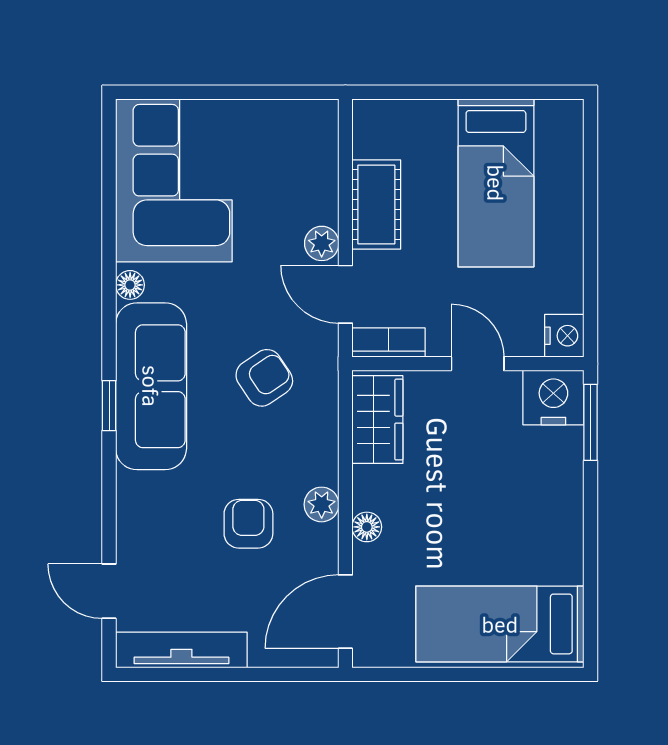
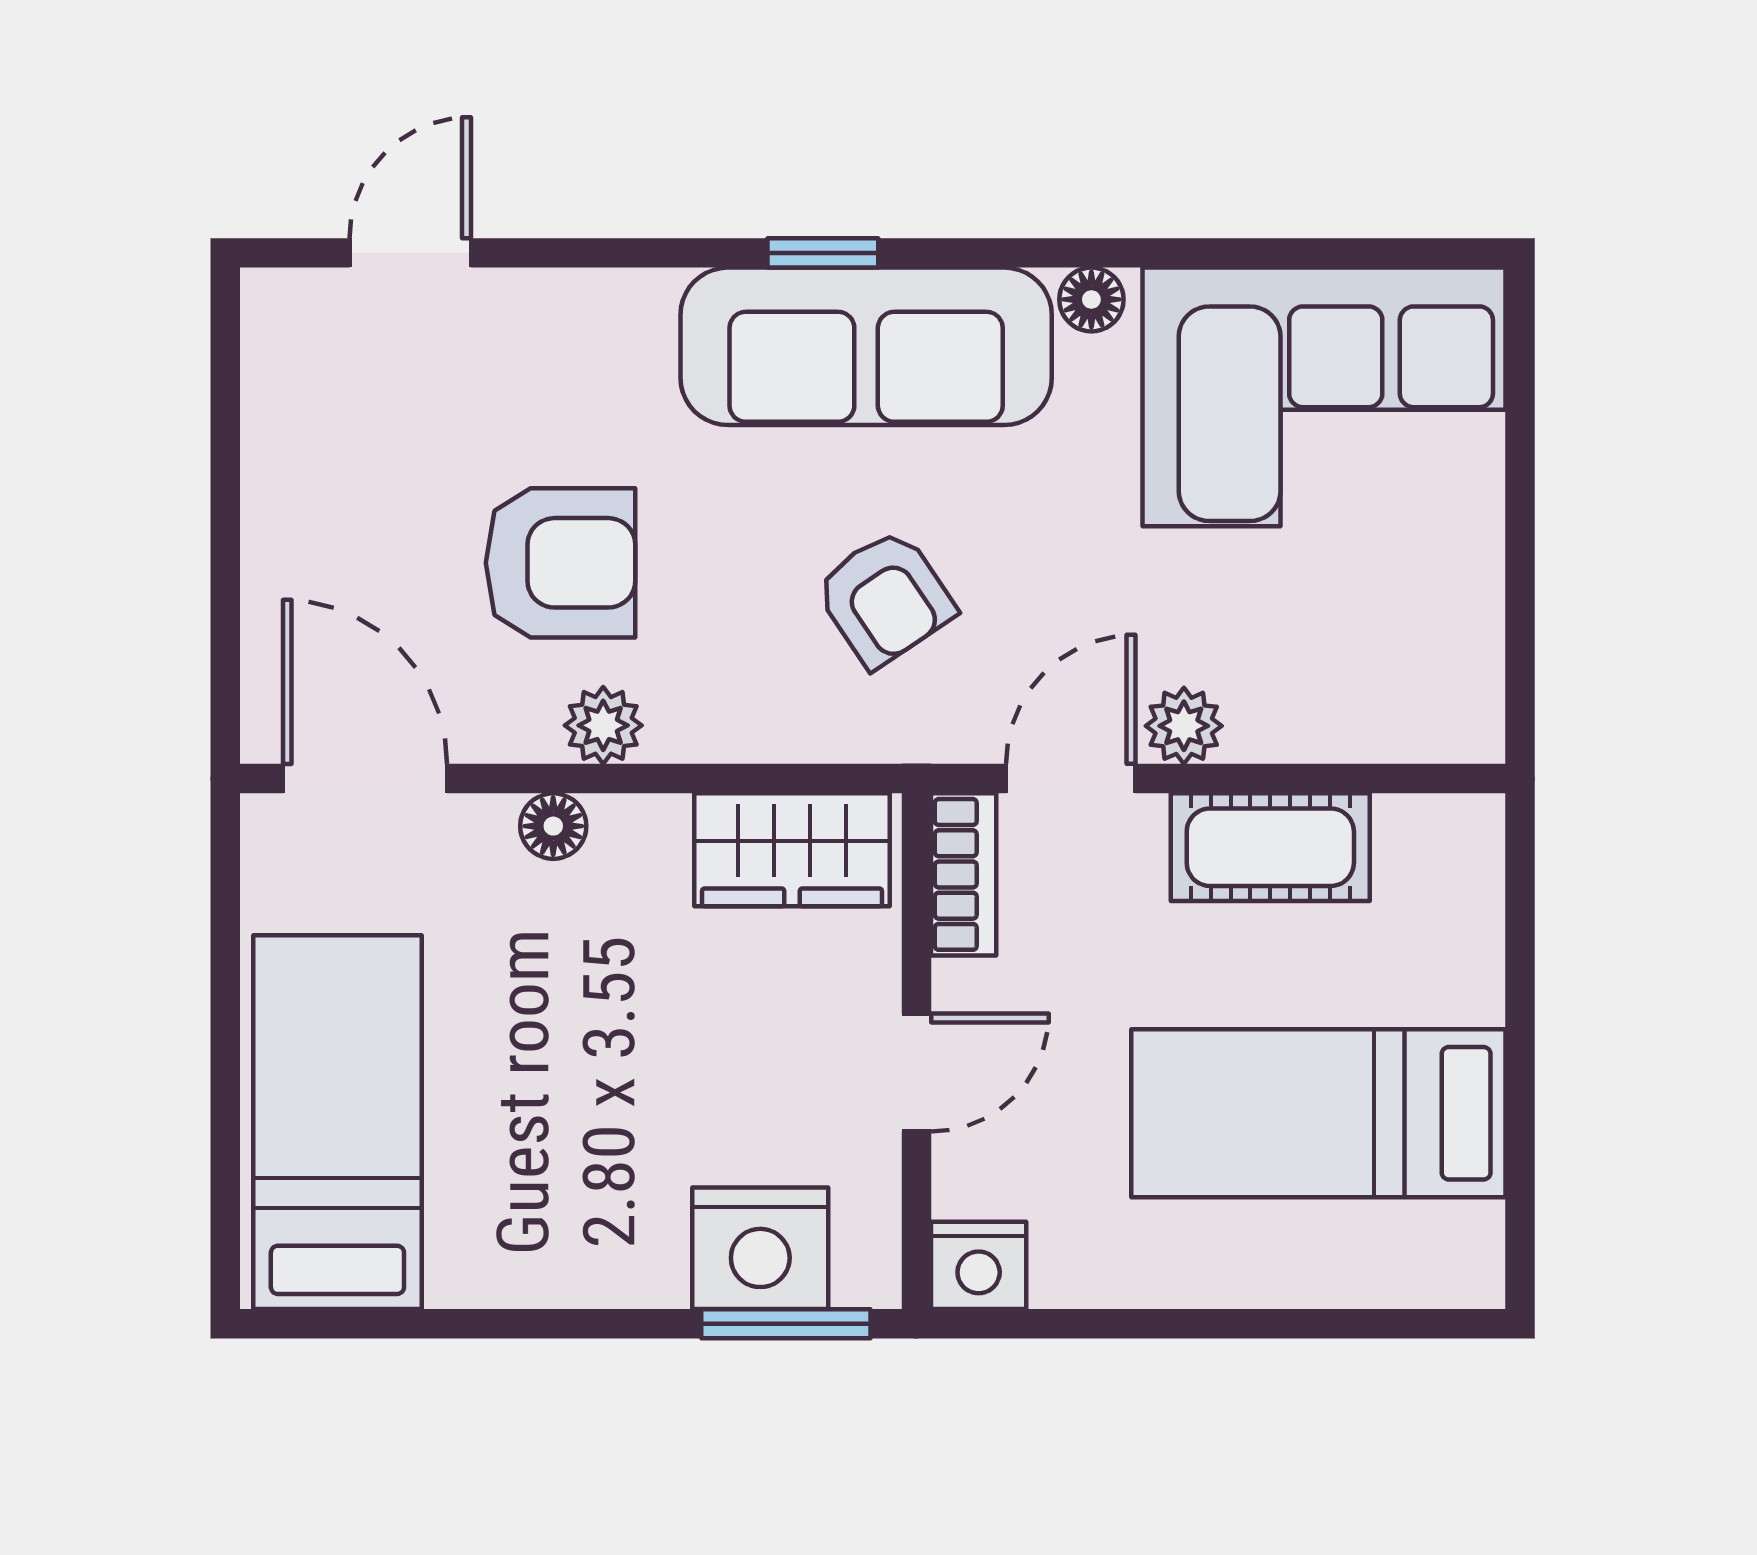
nightstand: (553, 398) -> (760, 1248), moved, turned 90
armchair: (248, 524) -> (560, 563), width x1.38, depth x1.38
tv unit: (181, 650) -> (279, 414), removed

